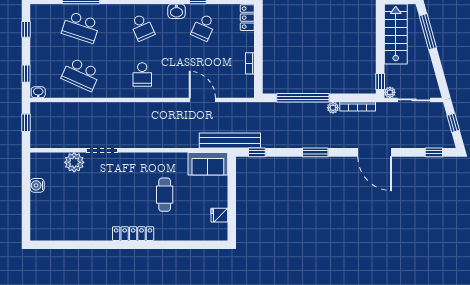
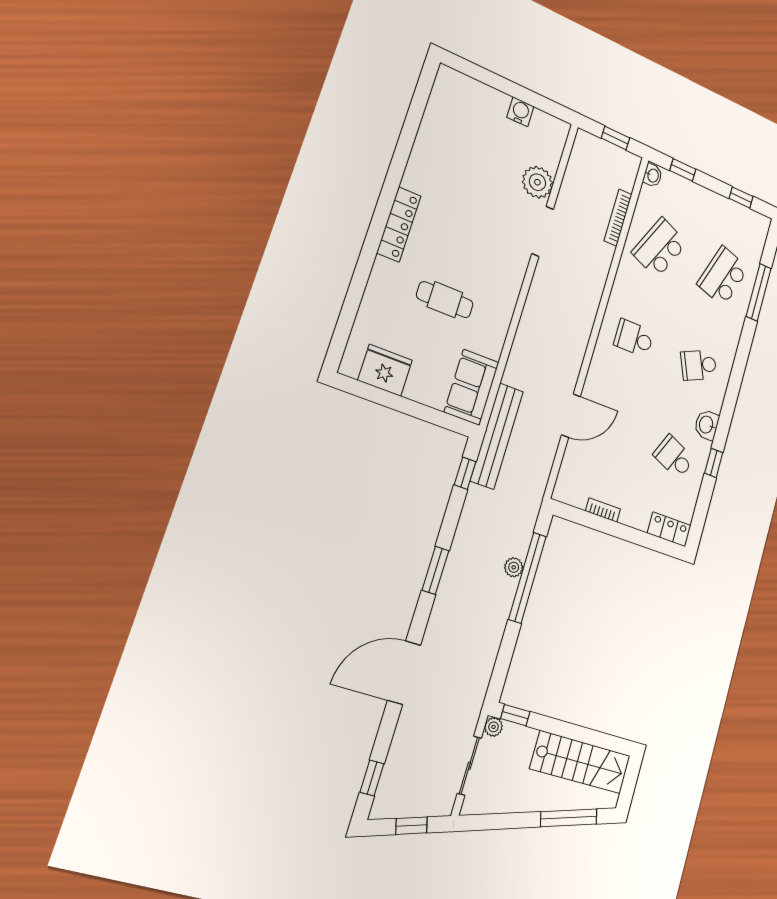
bookcase: (358, 107) -> (618, 218), moved
plant: (333, 108) -> (514, 567), moved
fridge: (219, 215) -> (385, 370), width x1.88, depth x1.34

